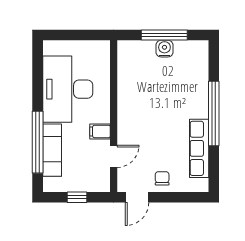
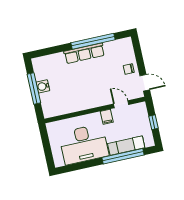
window: (214, 113) -> (93, 41), moved
row of seats: (199, 148) -> (84, 53), moved

